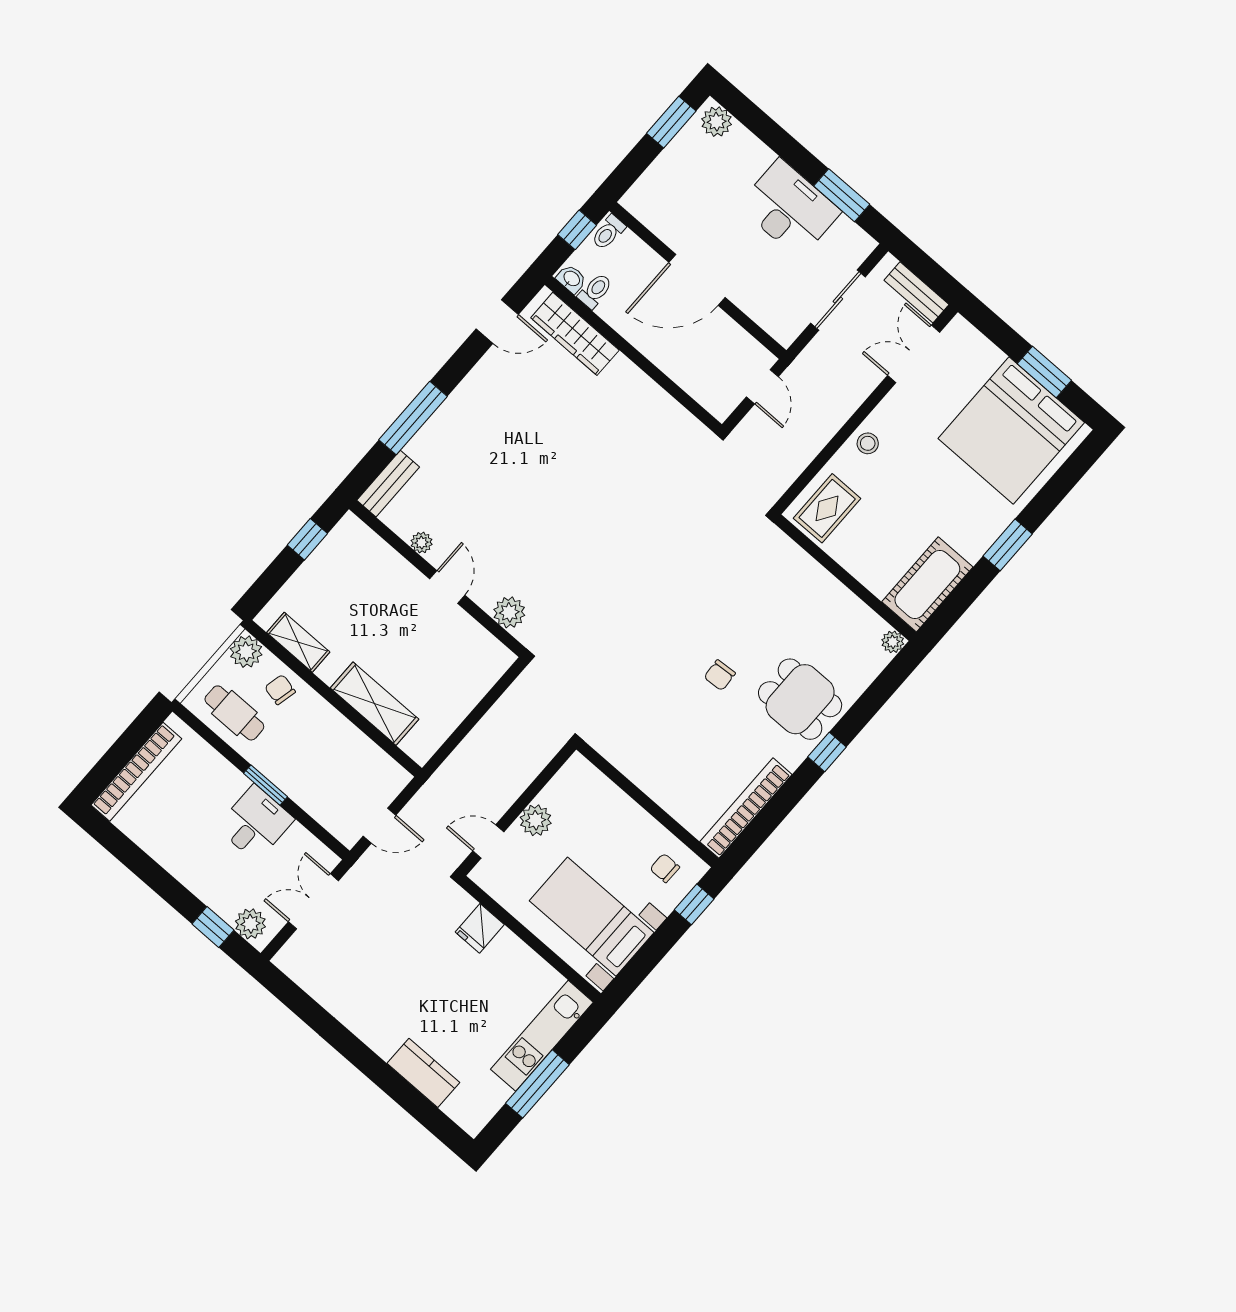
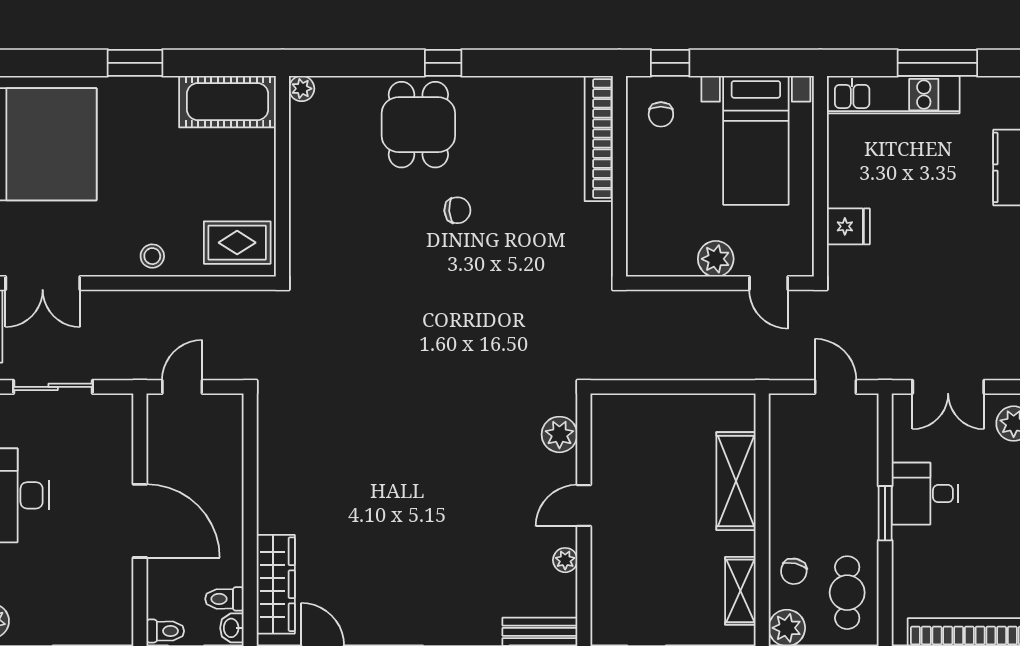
bookcase: (746, 808) -> (599, 139), moved, turned 90

